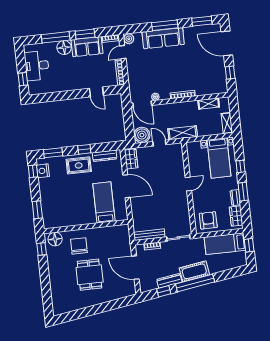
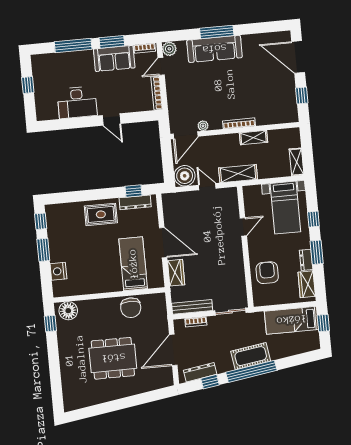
window: (202, 21) -> (266, 27), removed
floor lamp: (64, 48) -> (84, 59), removed
desk: (37, 66) -> (77, 102), moved, turned -90
window: (23, 79) -> (28, 85), moved
door: (96, 92) -> (111, 119), moved
door: (142, 104) -> (186, 135), hinge flipped
shelving: (209, 104) -> (254, 138), moved
window: (84, 149) -> (134, 191), moved
window: (53, 153) -> (67, 197), removed
wardrobe: (131, 159) -> (176, 273), moved
nightstand: (43, 171) -> (58, 271), moved
door: (188, 184) -> (243, 227), moved
window: (37, 210) -> (43, 250), moved
armchair: (208, 220) -> (267, 273), moved
chair: (79, 246) -> (131, 308), moved, turned 180
door: (135, 268) -> (173, 350), hinge flipped
dining table: (90, 275) -> (113, 358), width x1.38
dresser: (169, 281) -> (200, 372), moved

